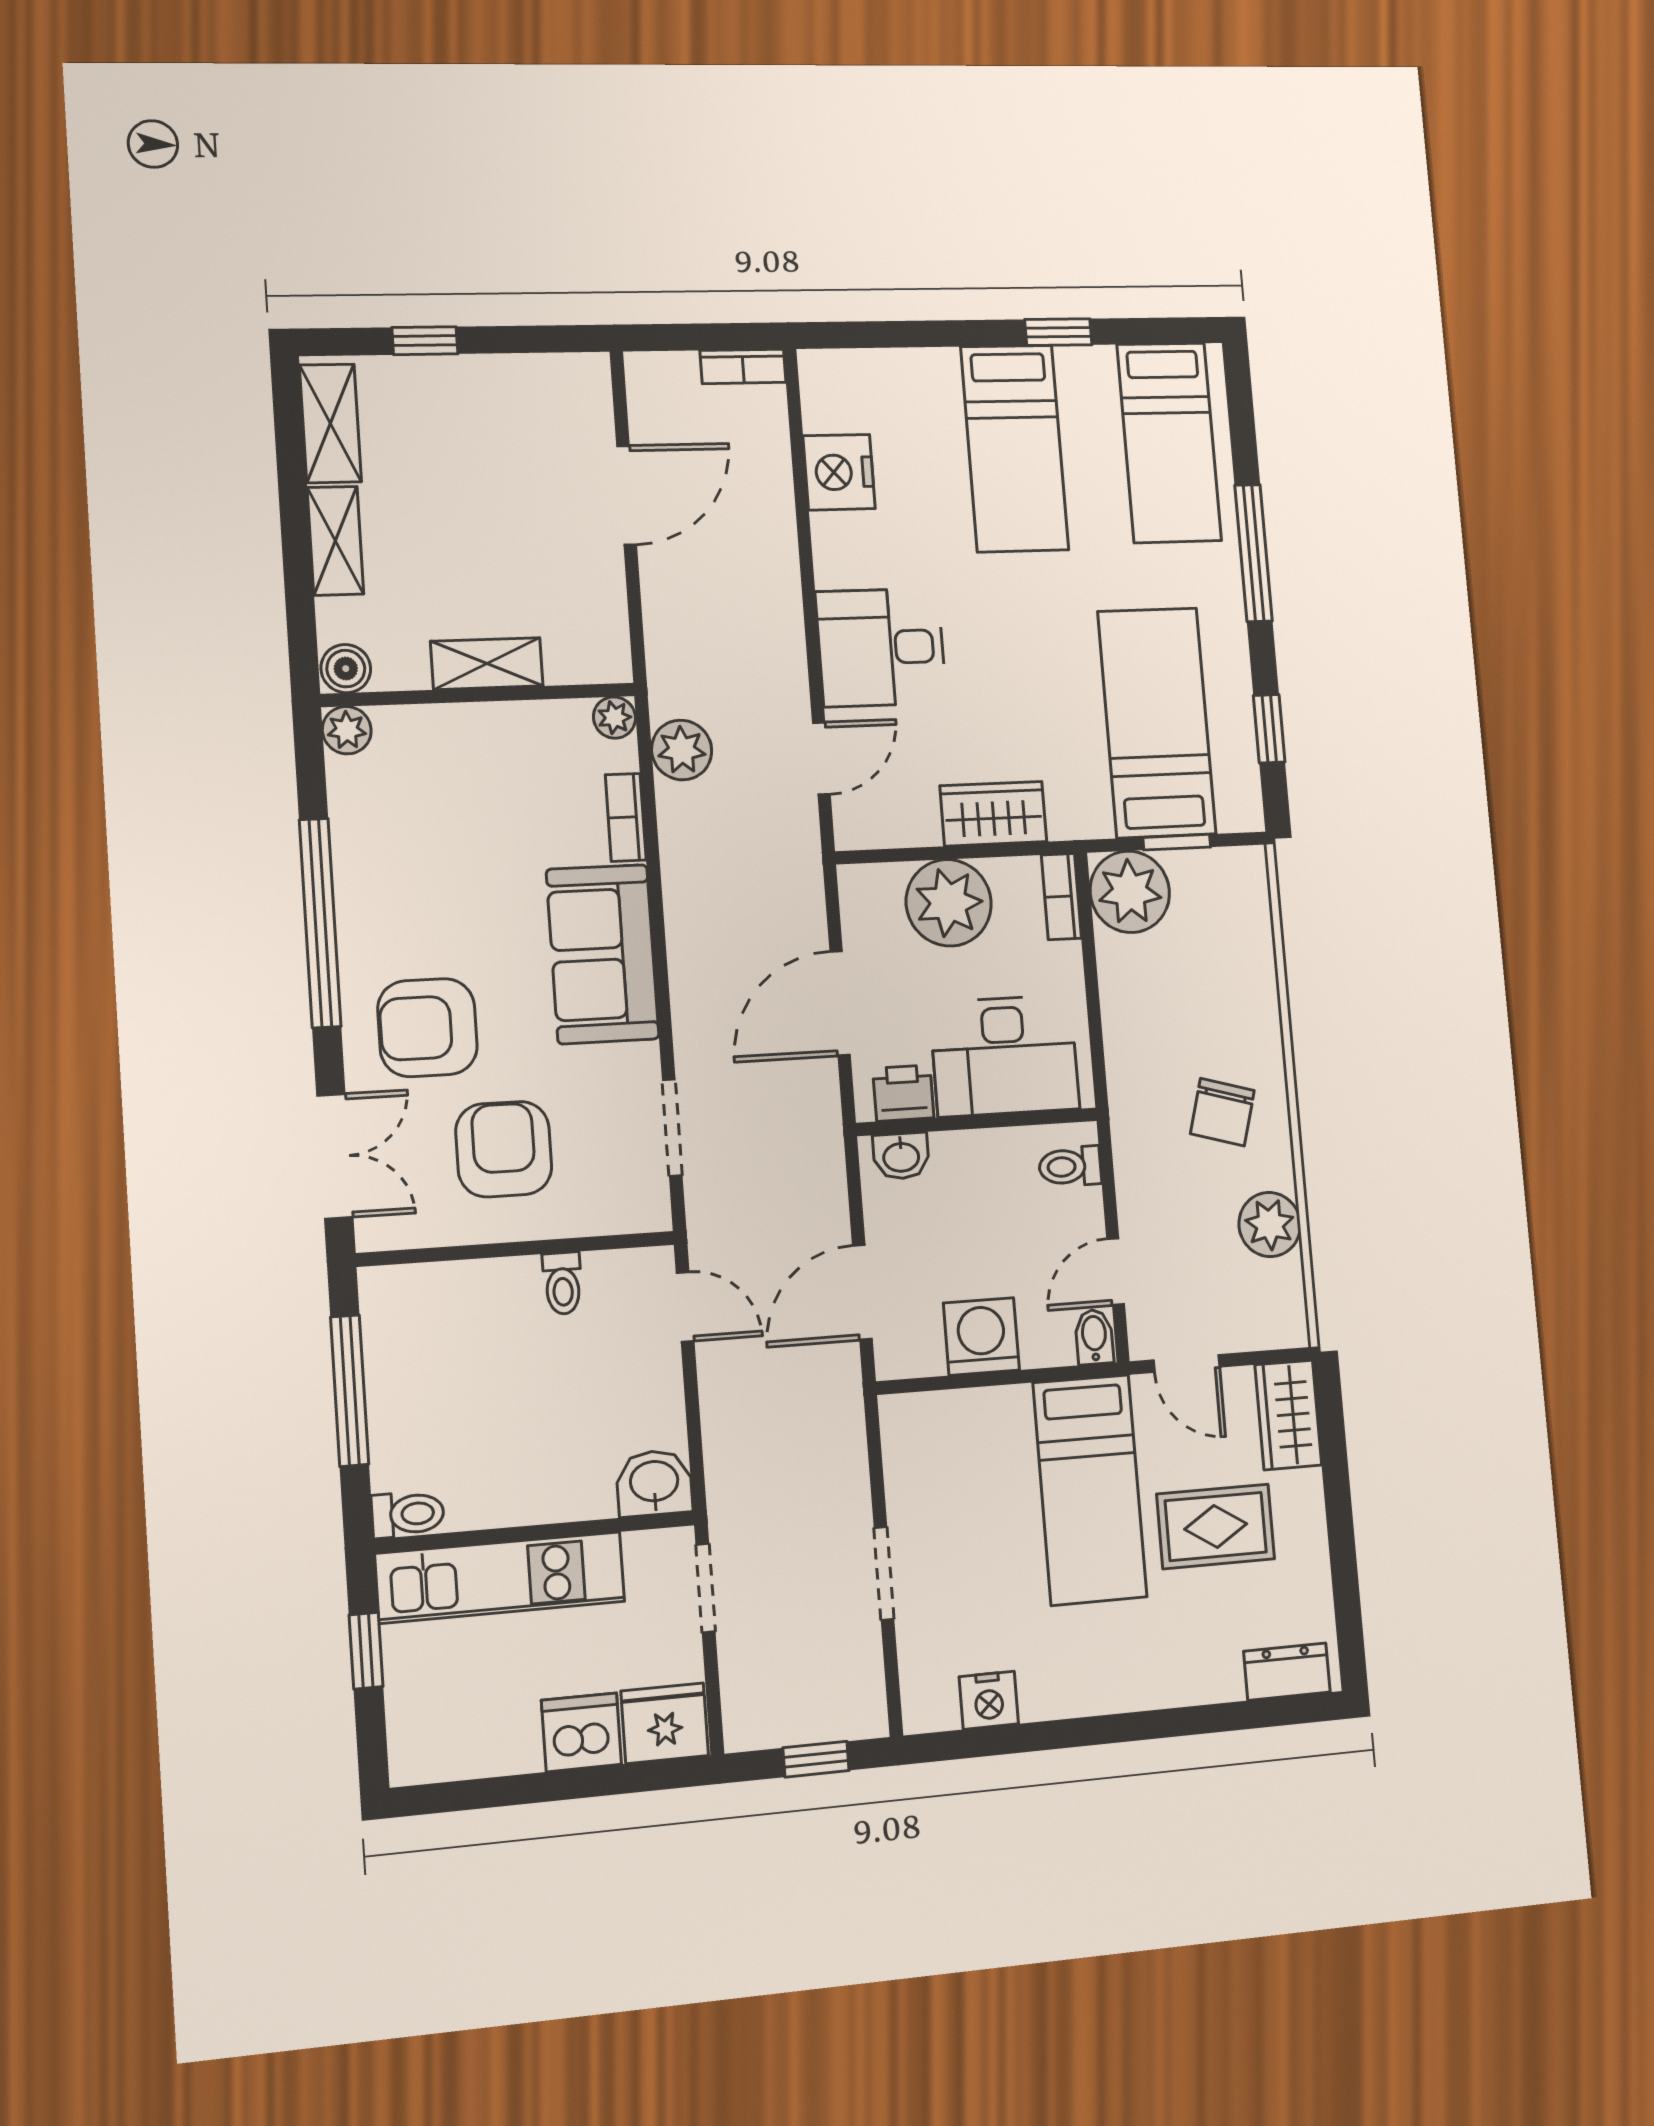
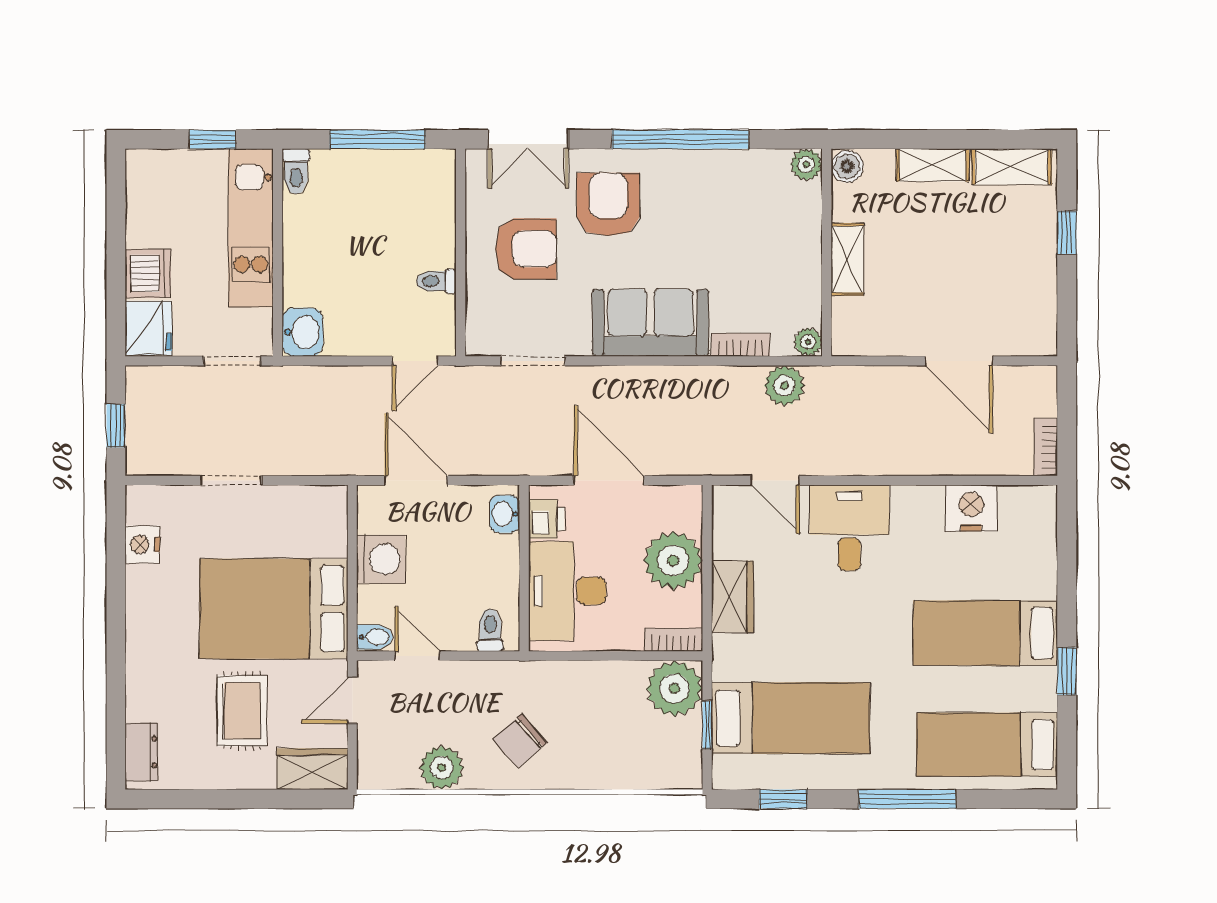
chair: (1222, 1112) -> (520, 741), turned -58
bed: (1090, 1490) -> (274, 609), width x1.50

